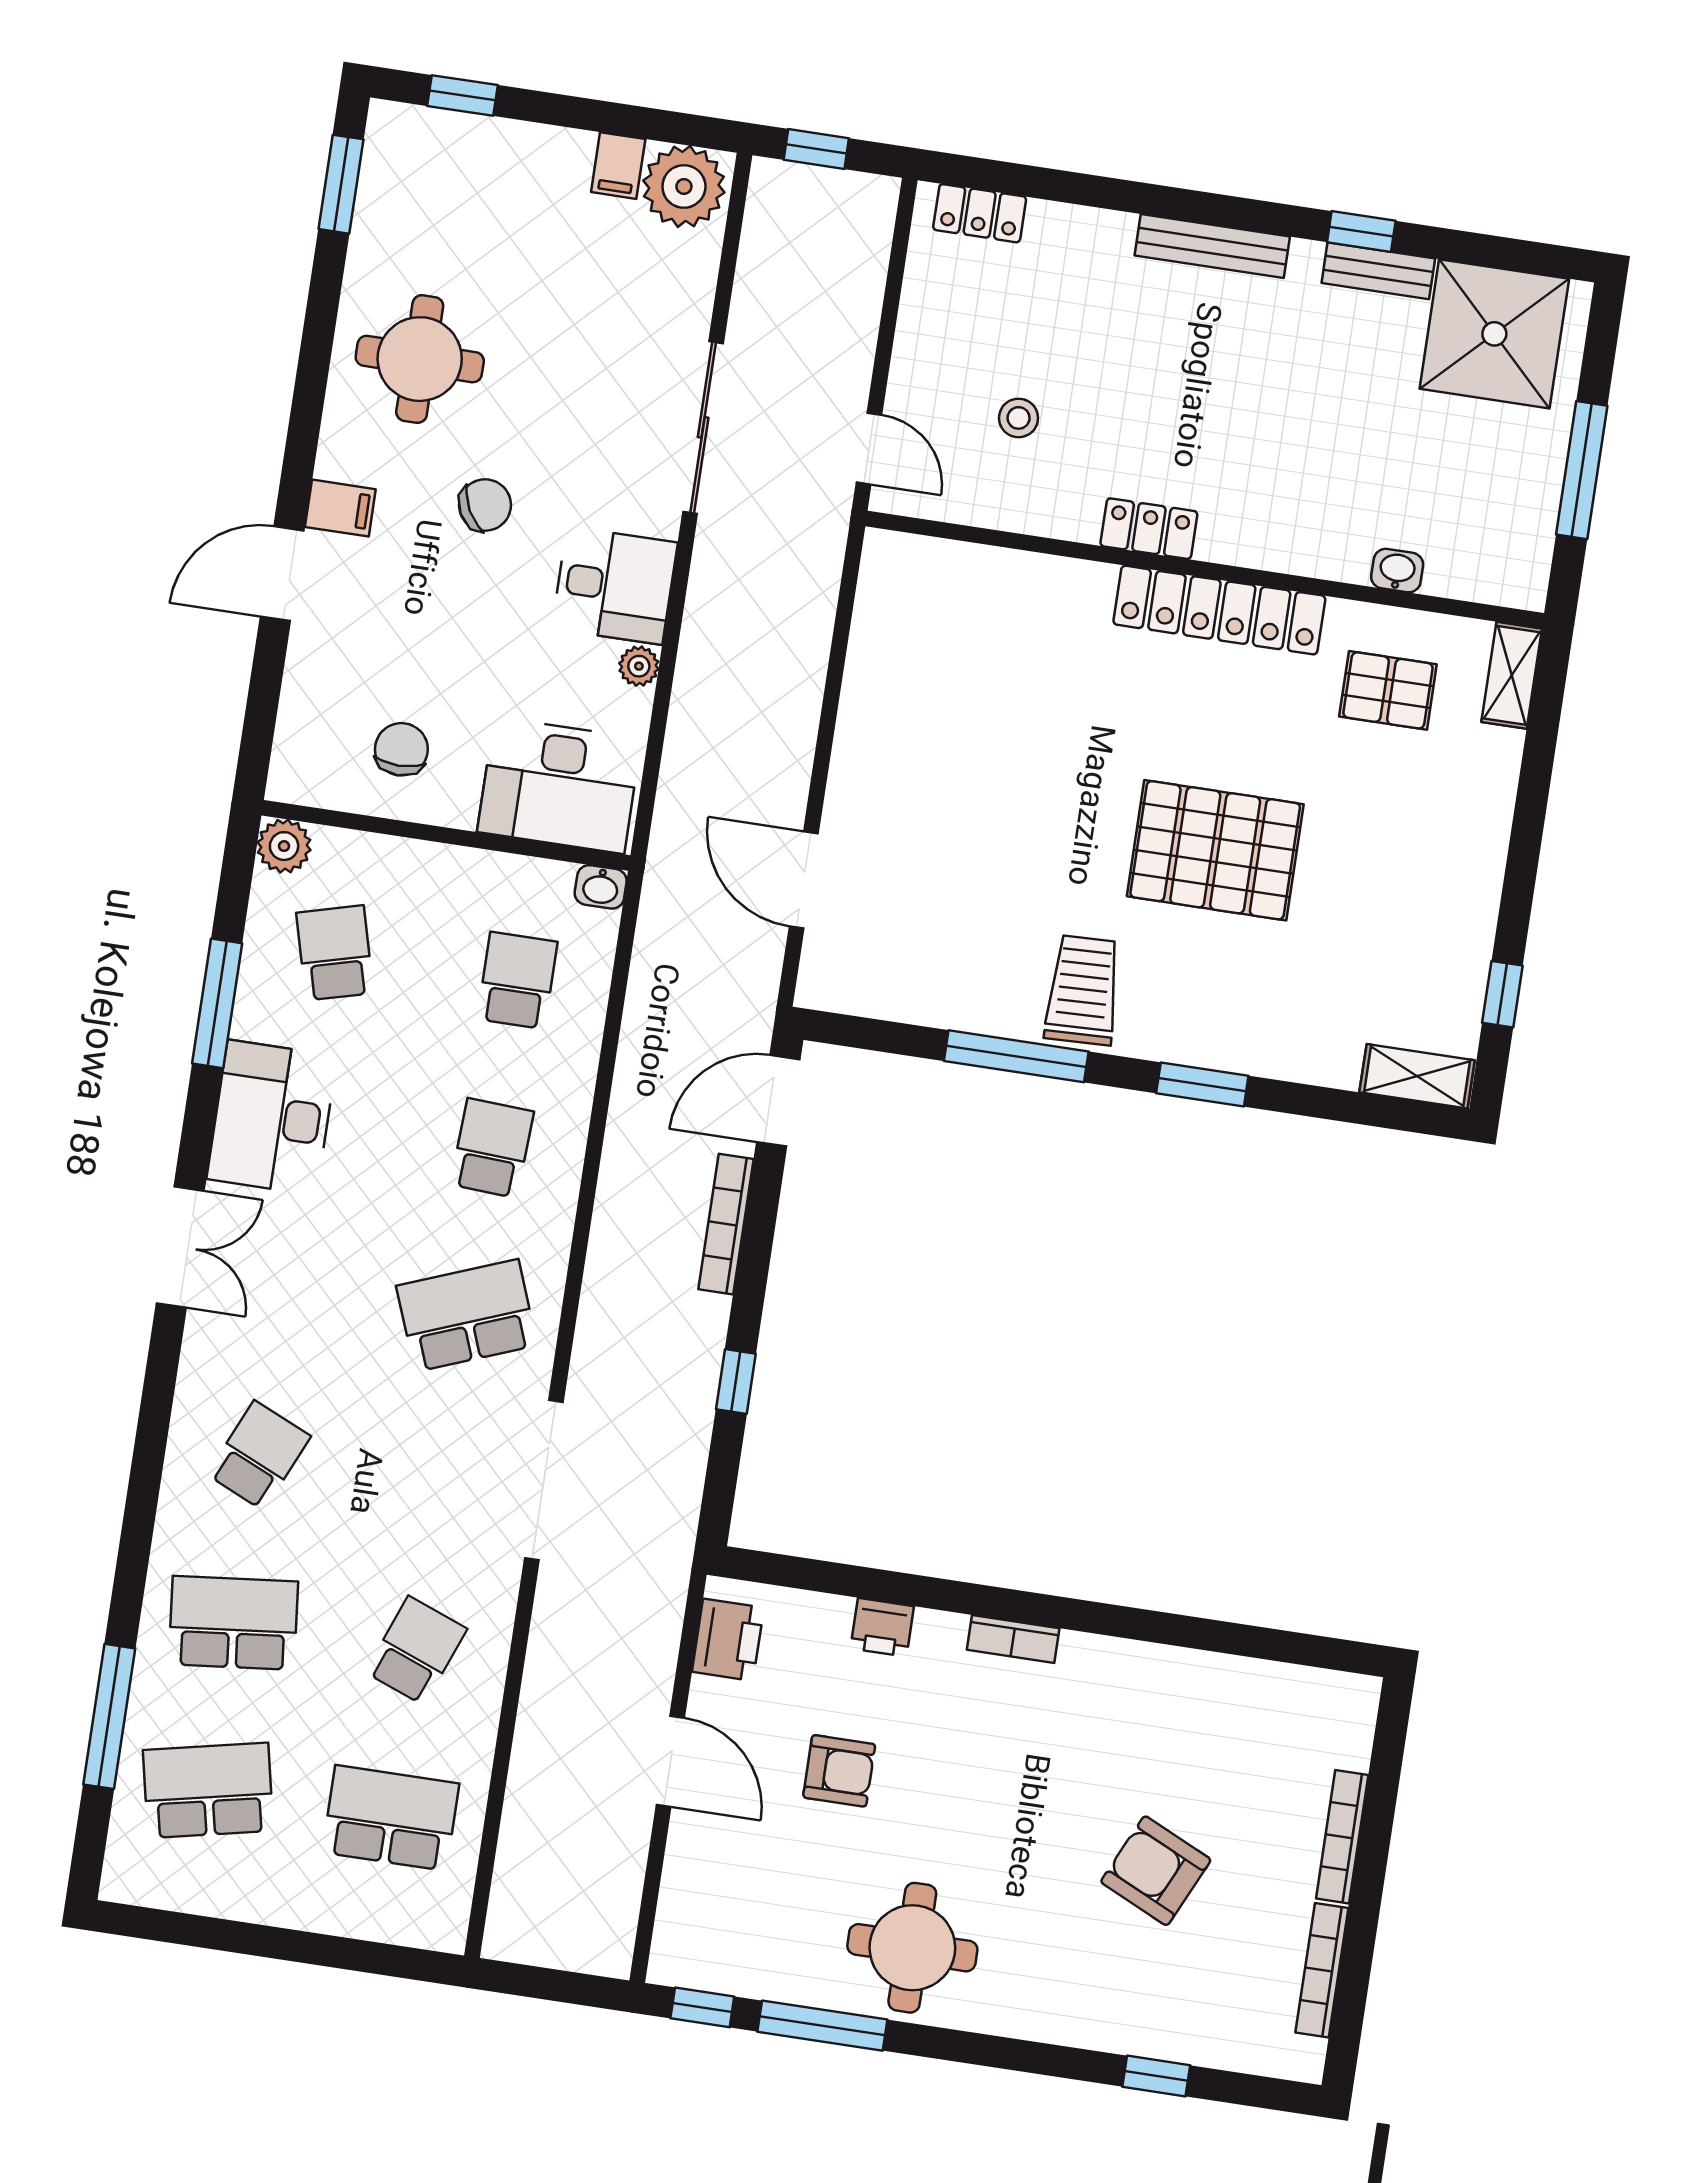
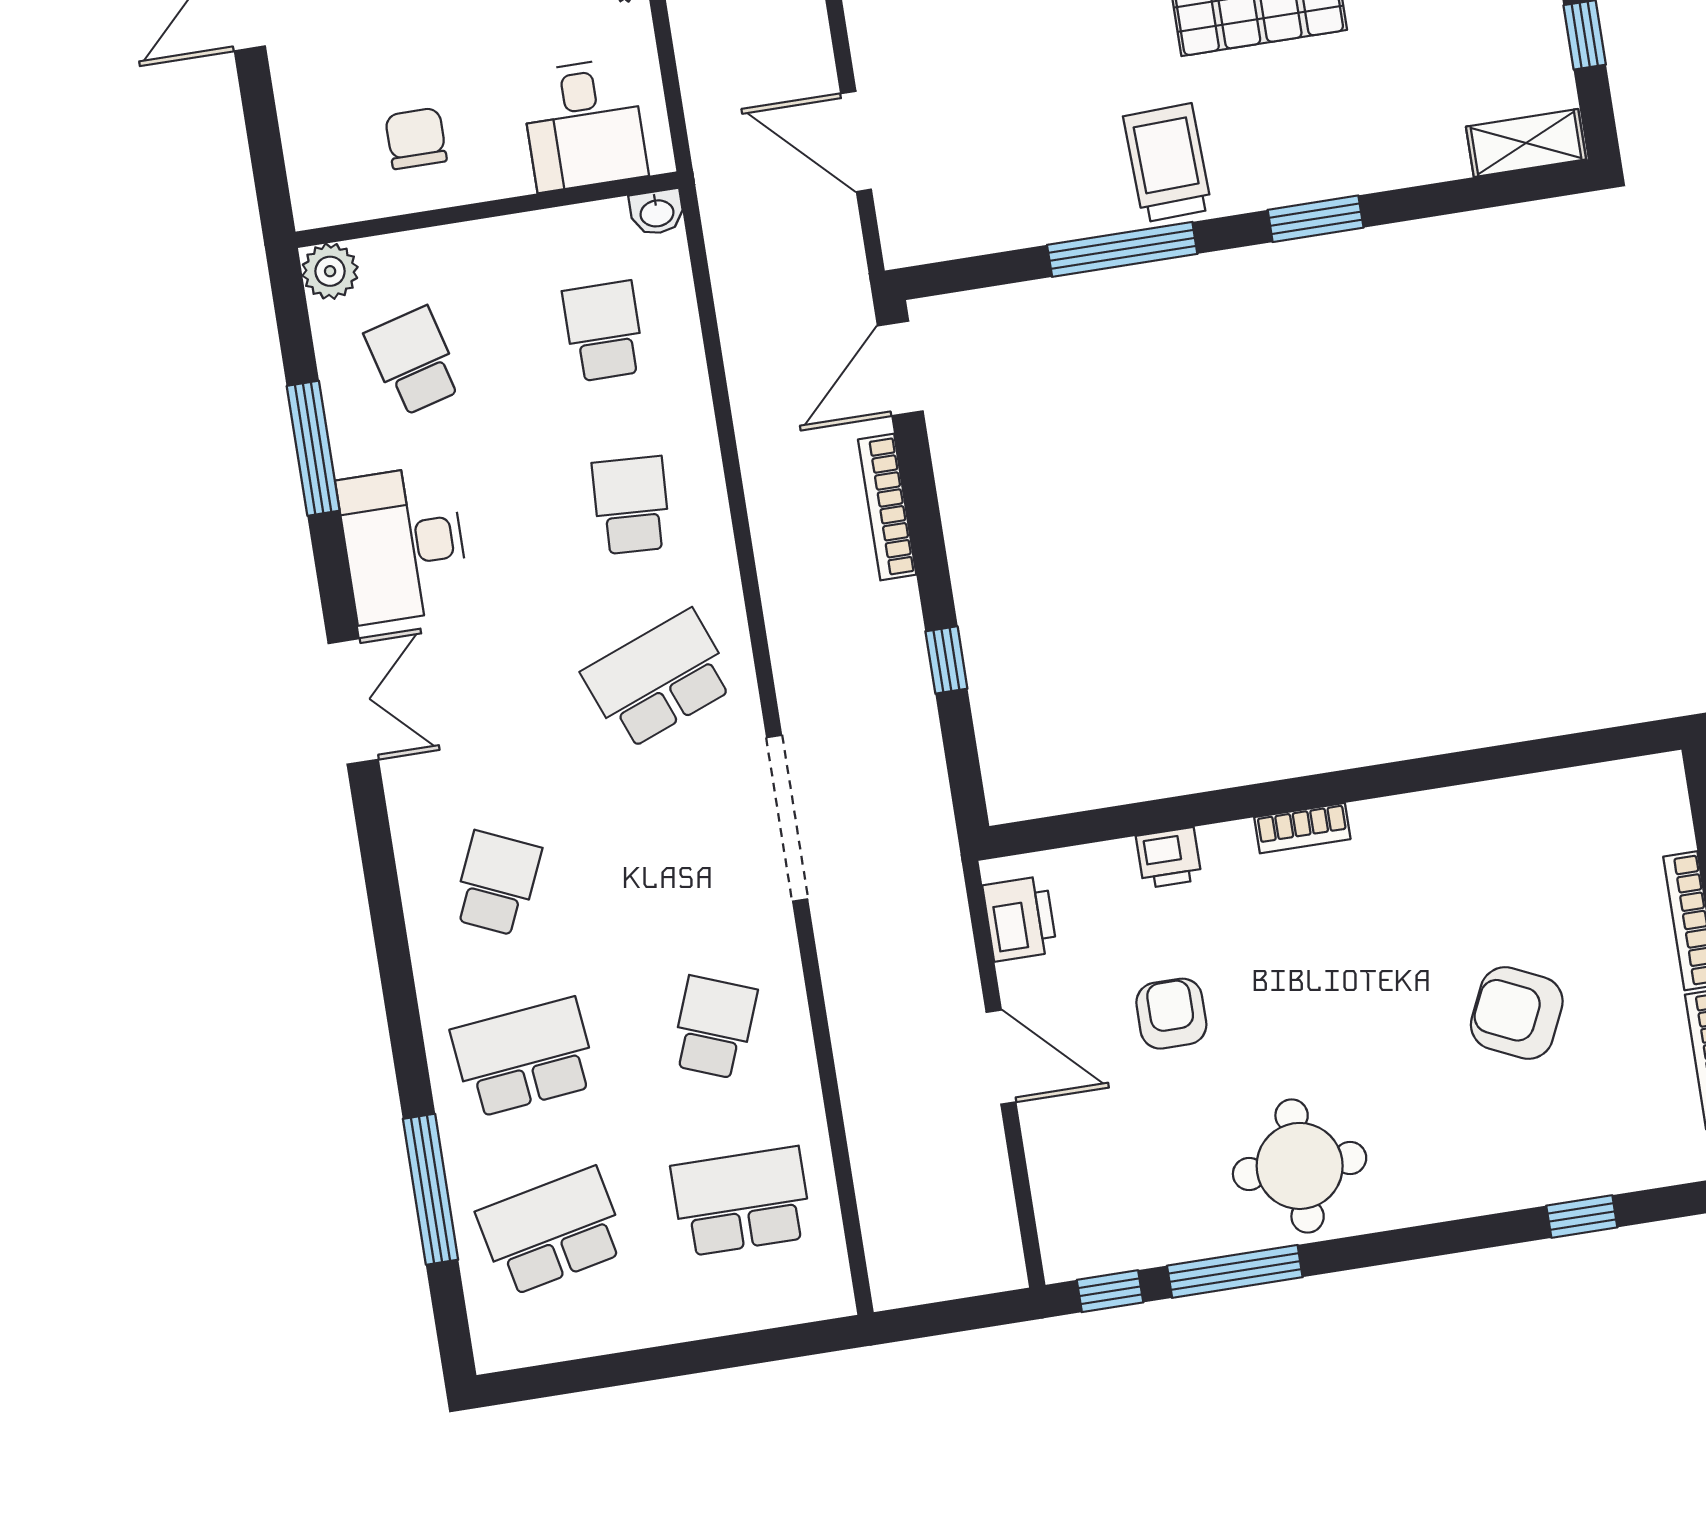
desk: (559, 785) -> (584, 125), width x0.73
armchair: (839, 1771) -> (1171, 1014), turned -90

